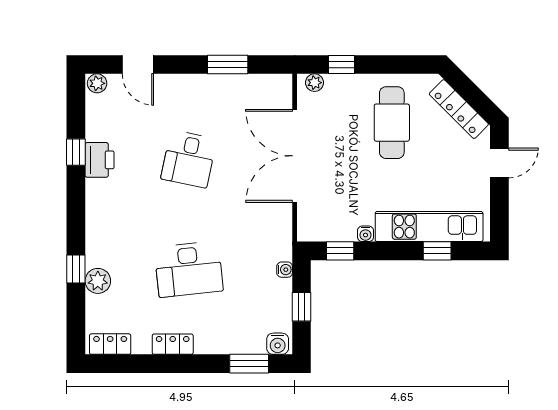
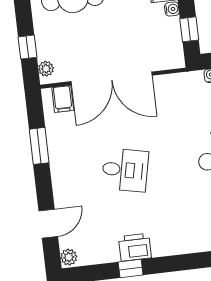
filing cabinet: (278, 98) -> (63, 99), added

